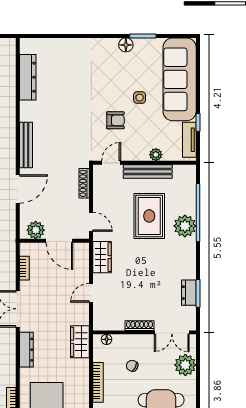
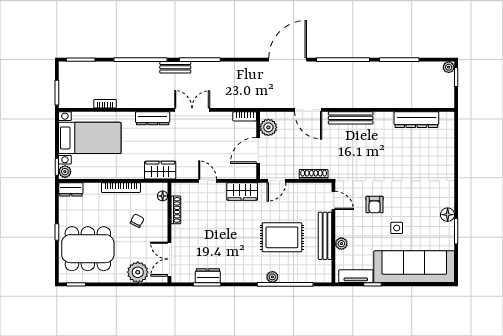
plant: (185, 226) -> (272, 277), width x0.53, depth x0.53
bookcase: (24, 268) -> (245, 116), moved
shoe rack: (139, 326) -> (176, 210), moved

